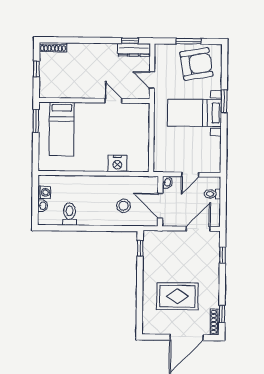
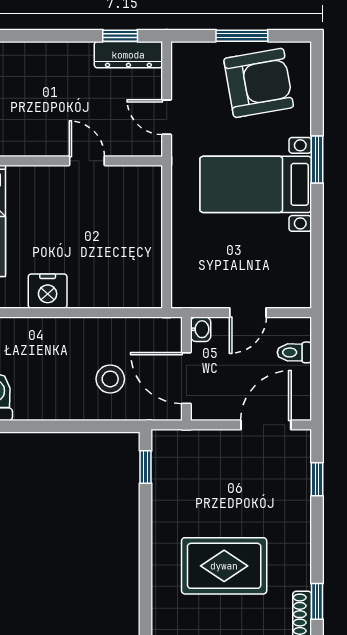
nightstand: (117, 163) -> (48, 291), moved

